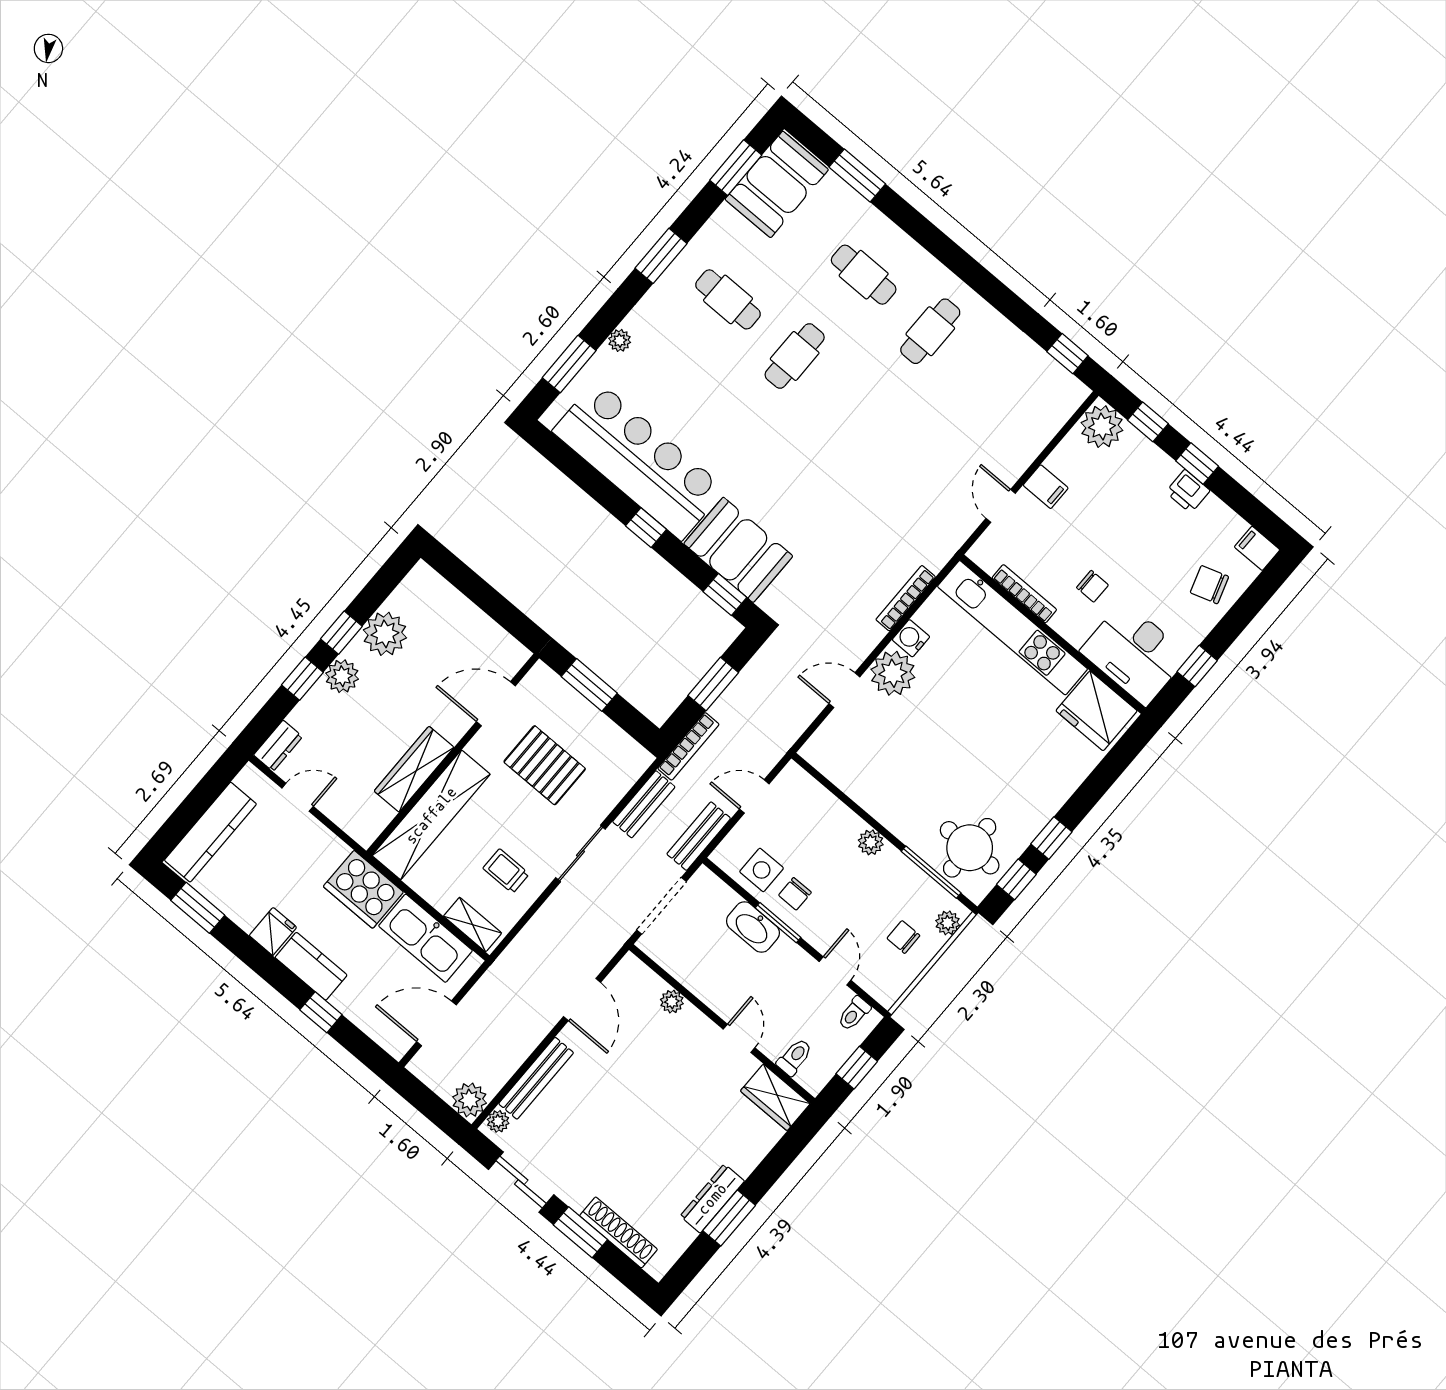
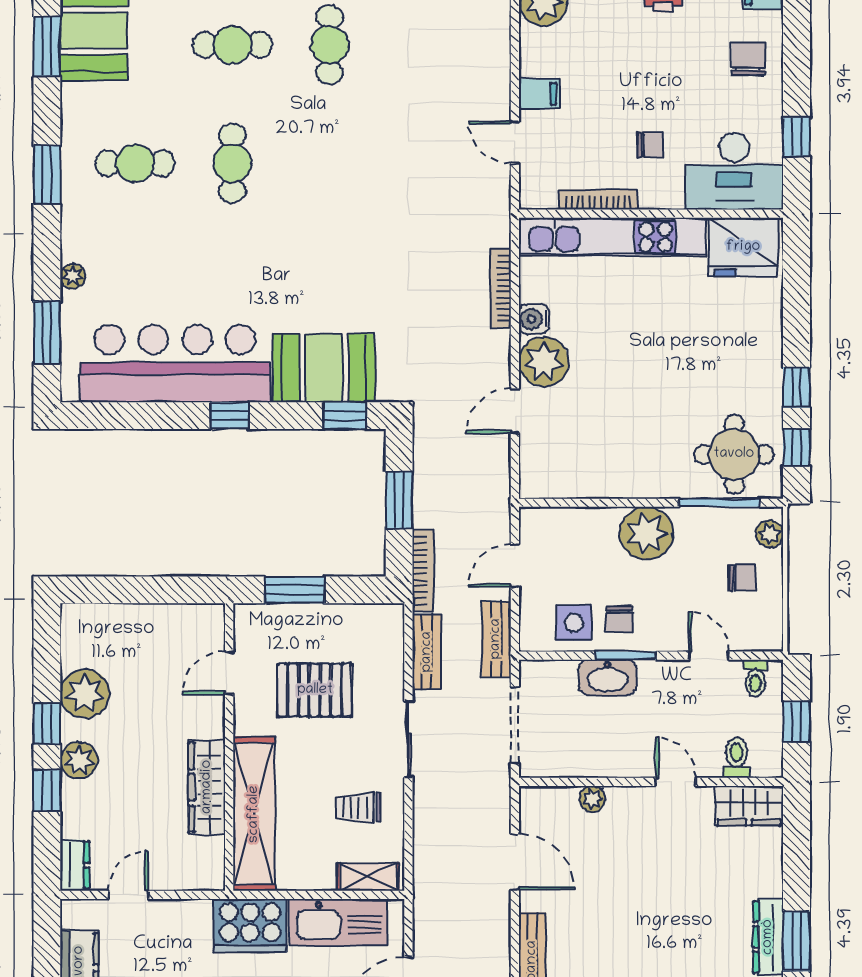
chair: (1209, 585) -> (748, 59), turned 108
door: (496, 704) -> (229, 673), width x0.73
plant: (871, 842) -> (646, 533), width x1.88, depth x1.88
chair: (903, 937) -> (742, 578), turned 180

